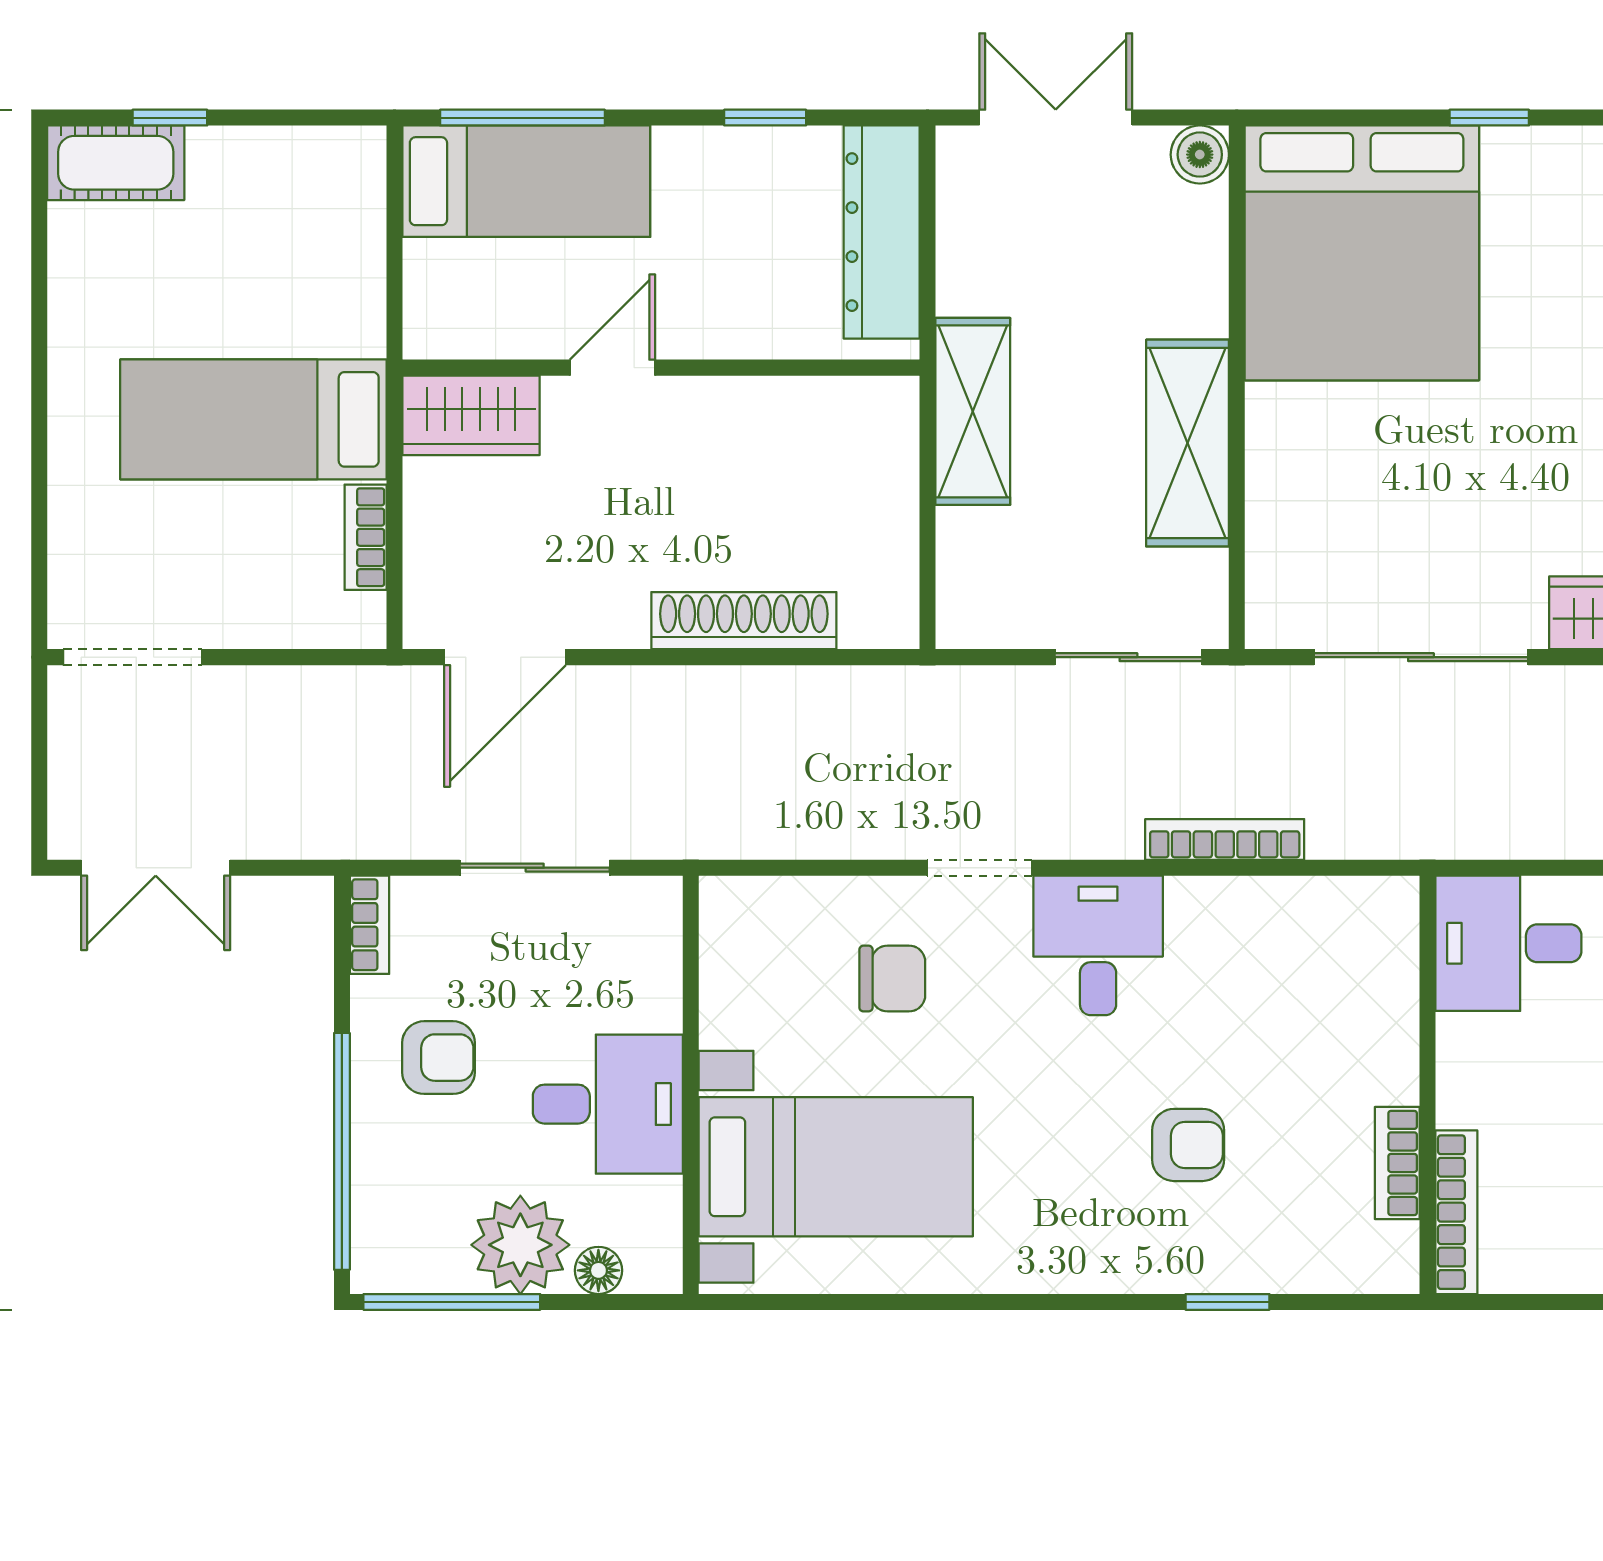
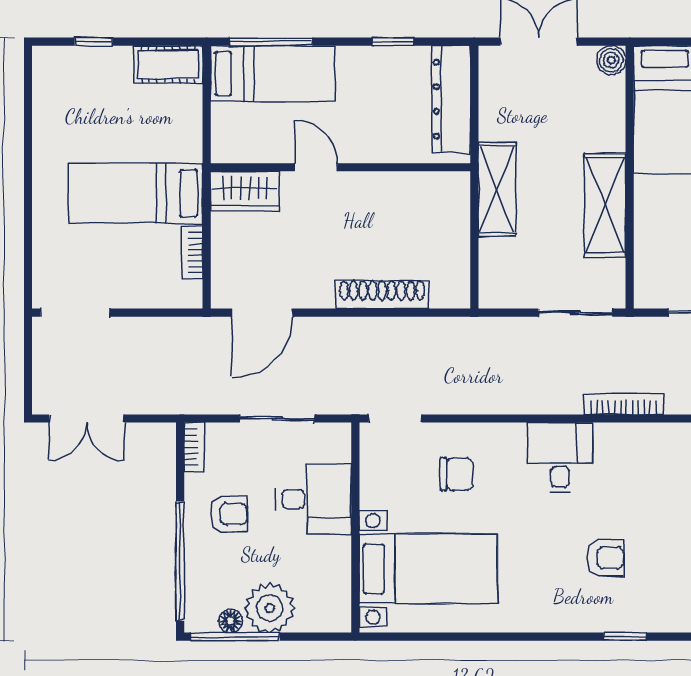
cot: (116, 163) -> (168, 64), moved
door: (613, 368) -> (316, 167), hinge flipped
doorway: (980, 868) -> (395, 418), moved
desk: (608, 1104) -> (314, 499), moved
floor lamp: (598, 1270) -> (231, 621), moved

